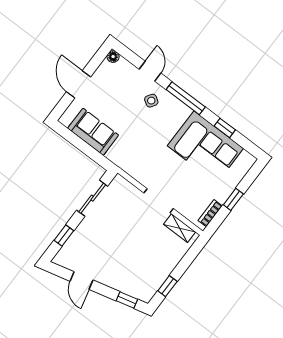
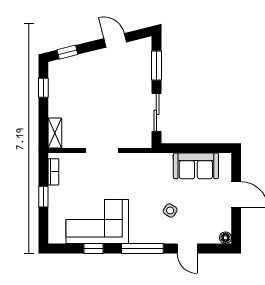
side table: (151, 101) -> (170, 210), moved
shelving: (180, 228) -> (55, 133), moved, turned 90
window: (64, 235) -> (156, 66), width x1.50

